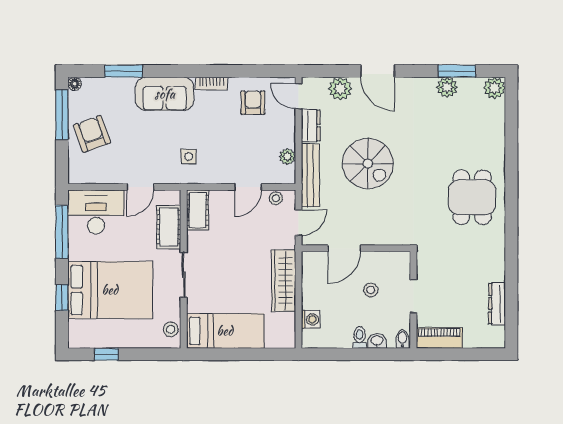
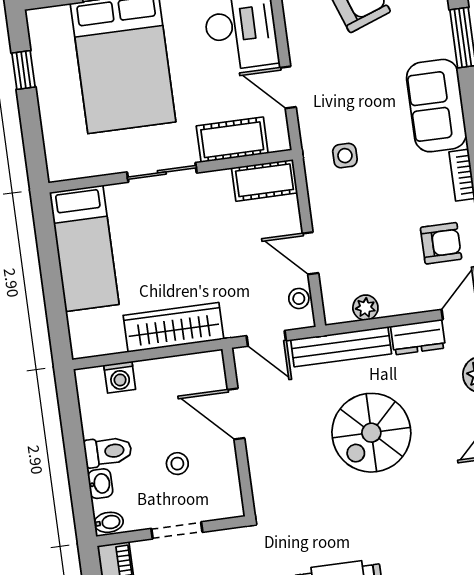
stool: (171, 329) -> (75, 164), removed
toilet: (360, 337) -> (108, 452), width x1.37, depth x1.39

